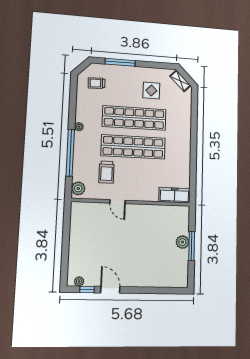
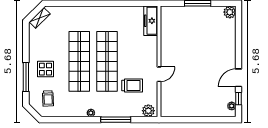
display table: (151, 91) -> (45, 69), moved
window: (70, 153) -> (116, 120), width x0.68
plant: (182, 242) -> (230, 12), moved

